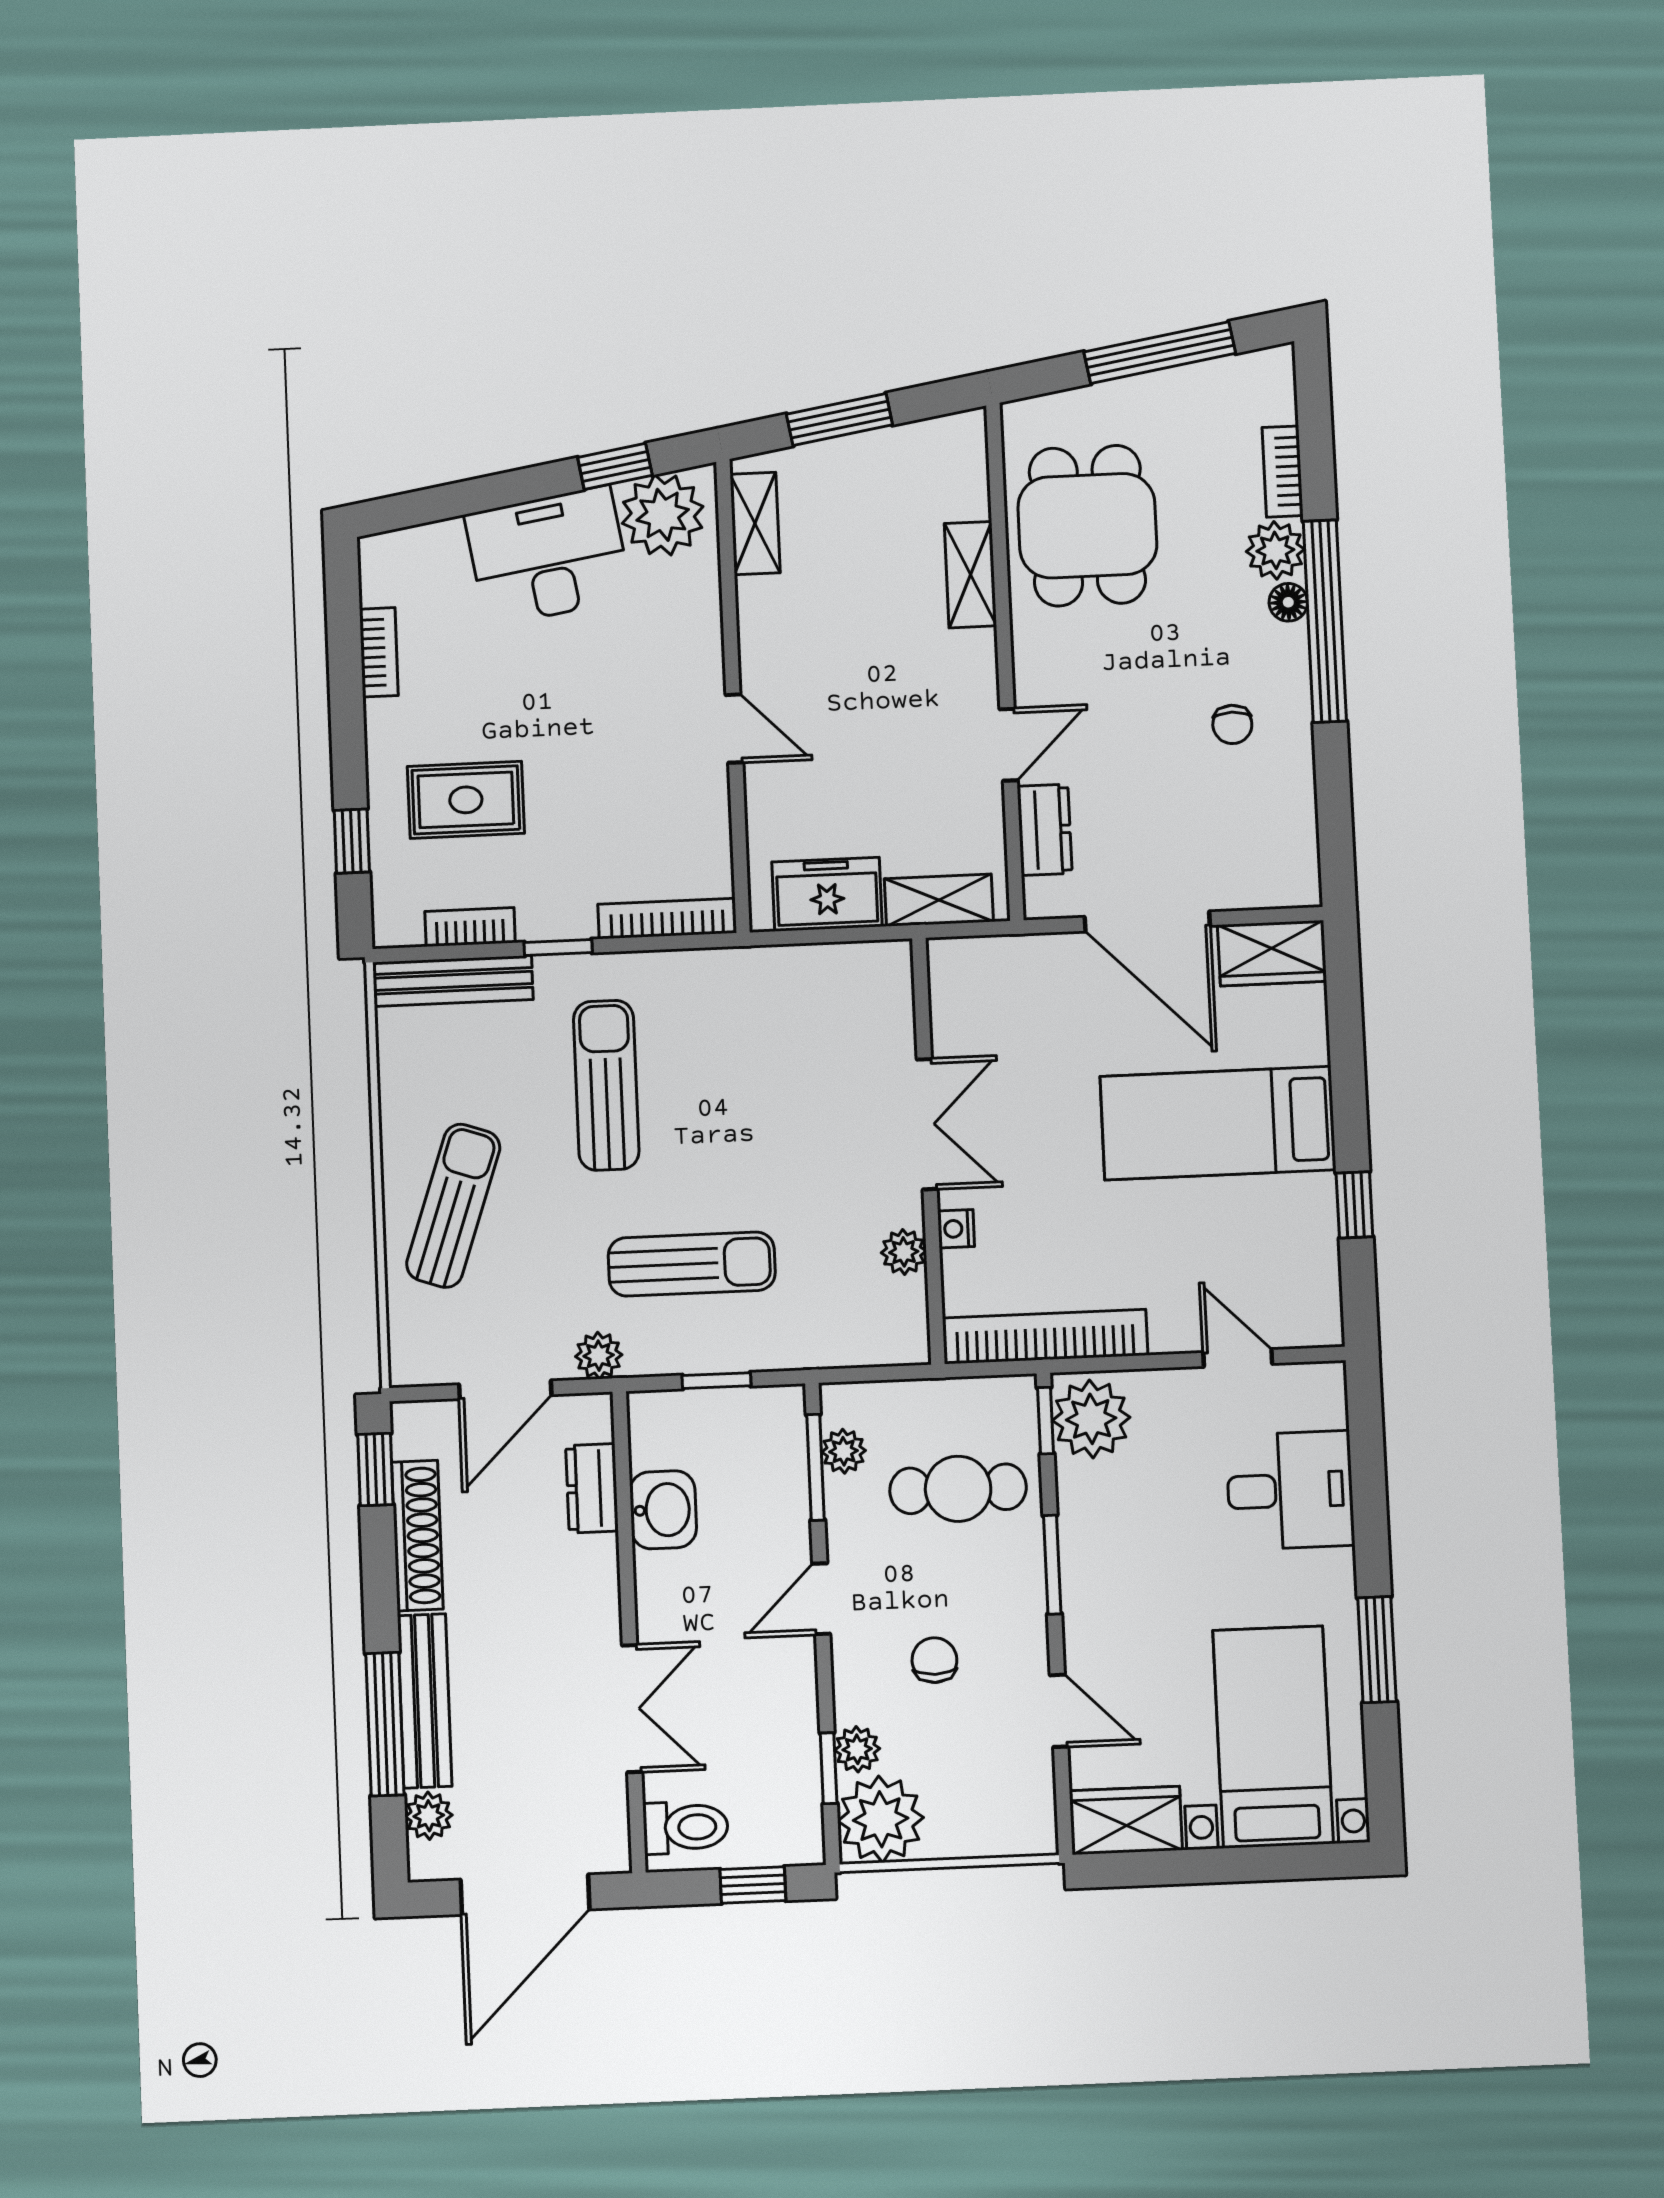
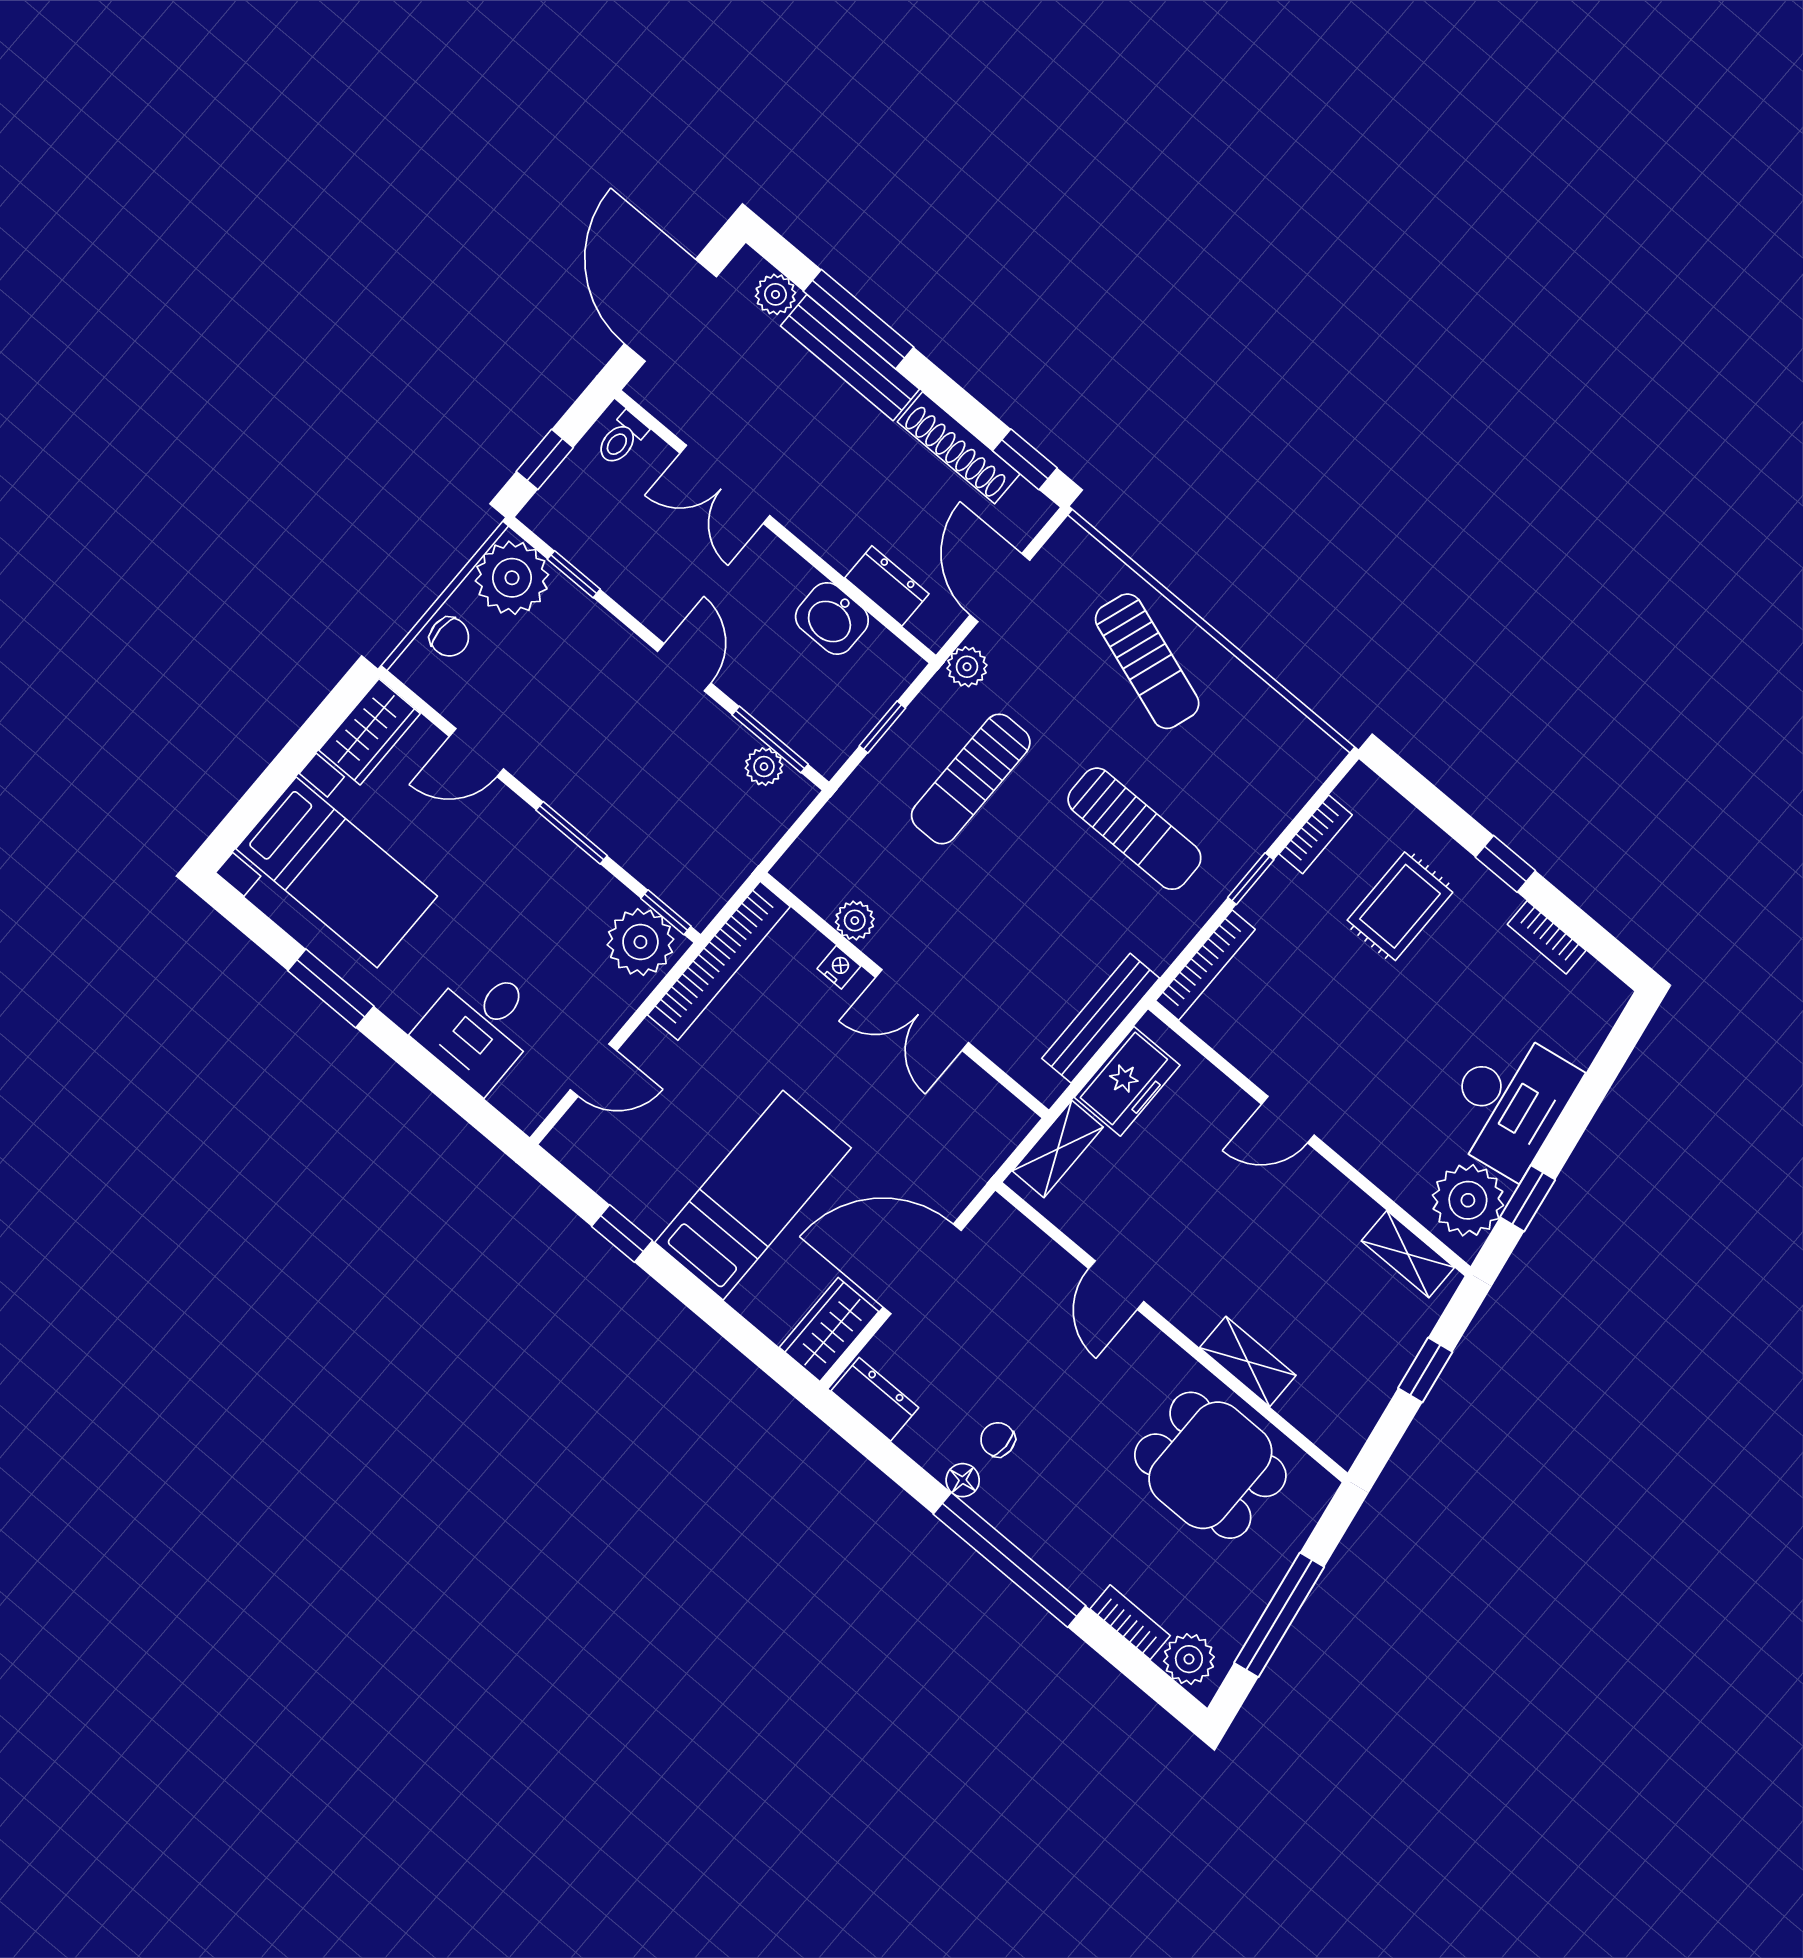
window: (839, 420) -> (1425, 1370), width x0.67
plant: (1275, 550) -> (1189, 1659), moved
floor lamp: (1288, 602) -> (963, 1480), moved
dresser: (1045, 830) -> (875, 1399), moved, turned 180
window: (352, 841) -> (1505, 864), moved
bench: (453, 981) -> (1101, 1018), moved
cafe table: (958, 1489) -> (674, 817), removed
chair: (934, 1660) -> (449, 637), moved
plant: (857, 1749) -> (569, 603), removed
toilet: (686, 1827) -> (622, 439), width x0.73, depth x0.72

